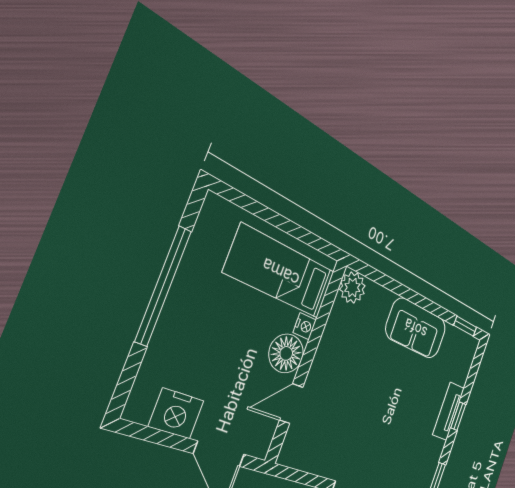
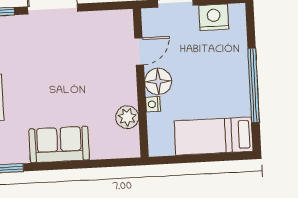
bed: (281, 272) -> (214, 136), moved, turned 180
plant: (352, 288) -> (127, 117), moved

